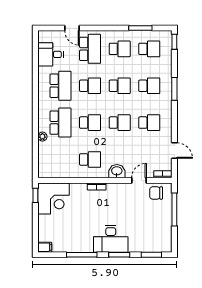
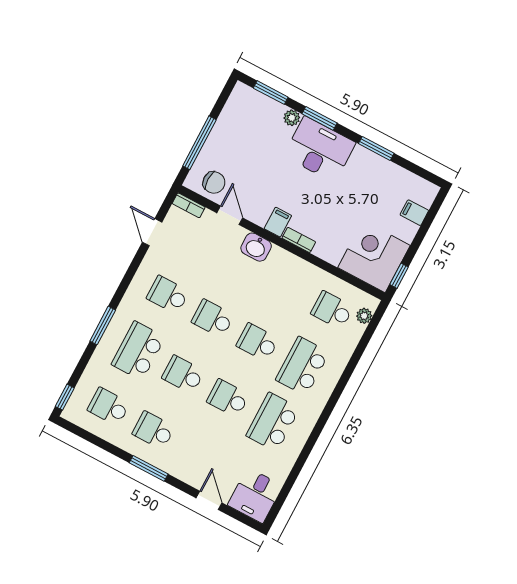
window: (140, 28) -> (149, 468), moved
school desk: (90, 49) -> (198, 454), removed
desk: (51, 54) -> (255, 495), moved, turned 90
school desk: (149, 86) -> (138, 351), width x1.85
plant: (42, 137) -> (364, 316), moved
school desk: (90, 159) -> (332, 310), moved
door: (139, 180) -> (230, 215), swing flipped
filing cabinet: (112, 190) -> (278, 222), added
filing cabinet: (45, 247) -> (414, 213), moved
plant: (134, 248) -> (292, 118), added
window: (82, 255) -> (376, 148), width x0.69

